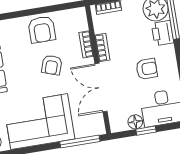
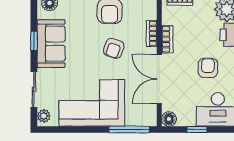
armchair: (147, 69) -> (208, 68), turned -90
floor lamp: (135, 122) -> (169, 119), moved

